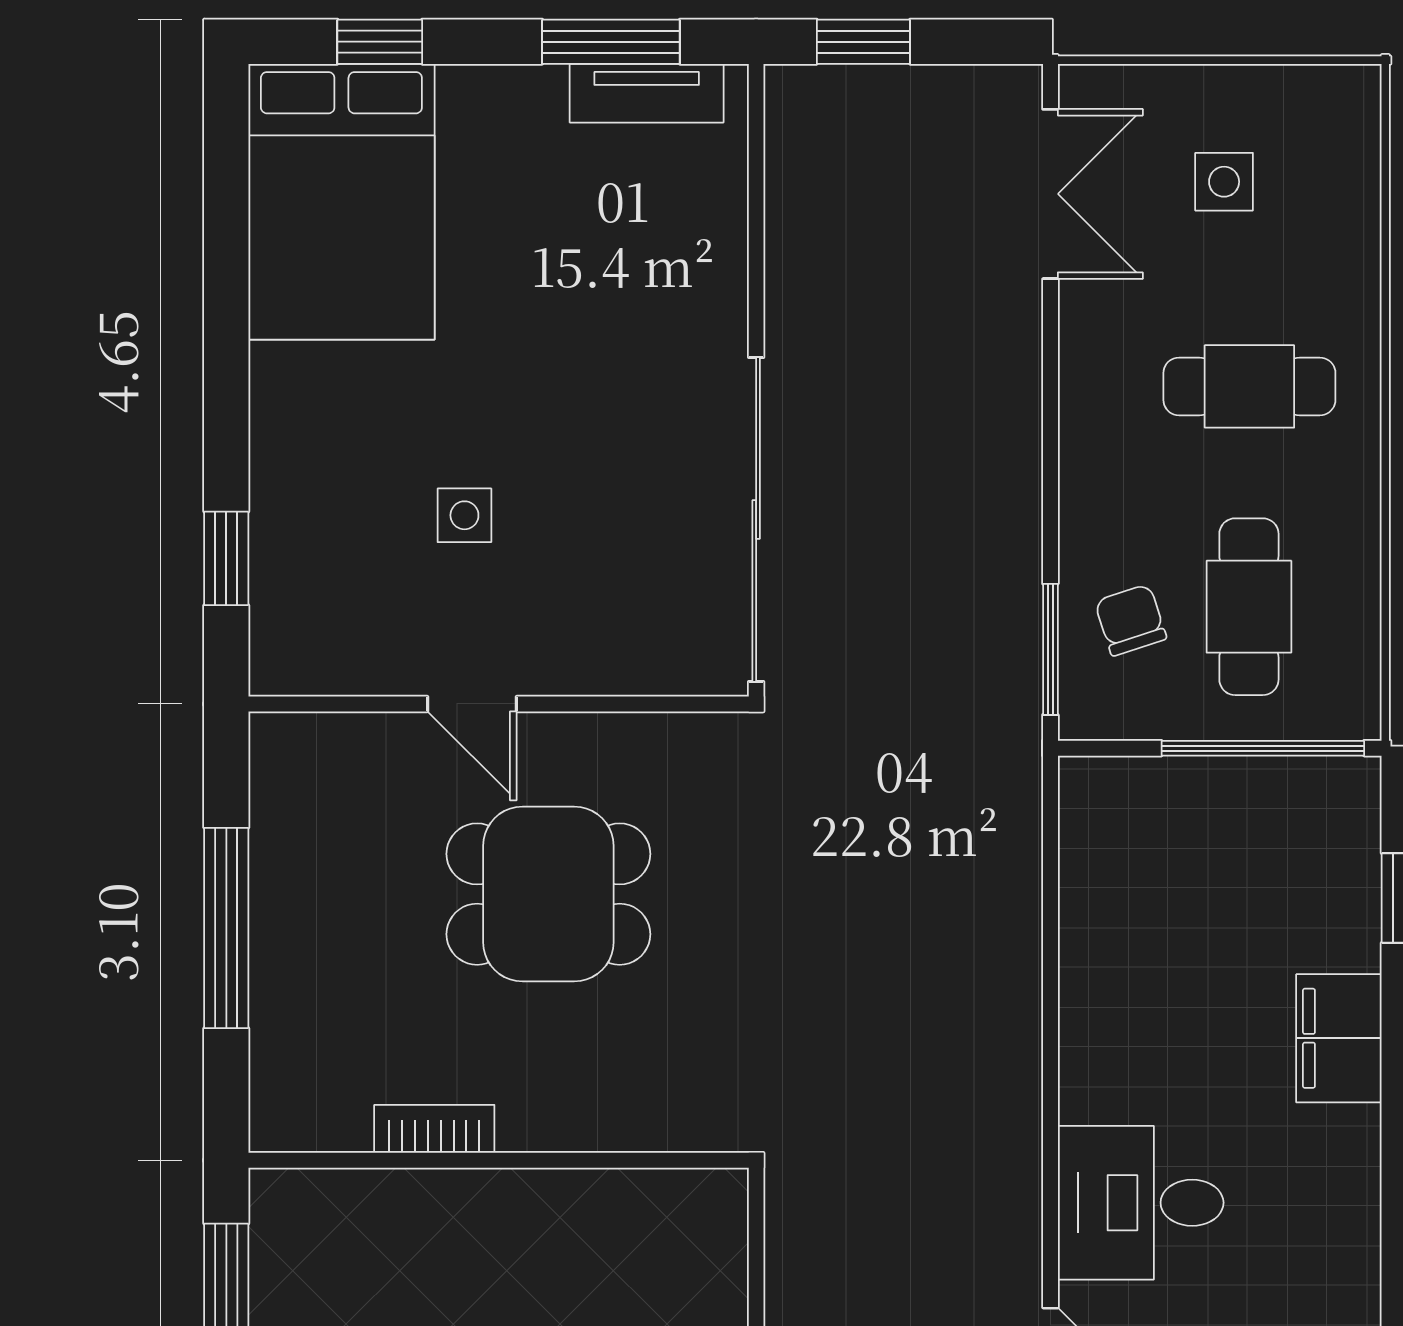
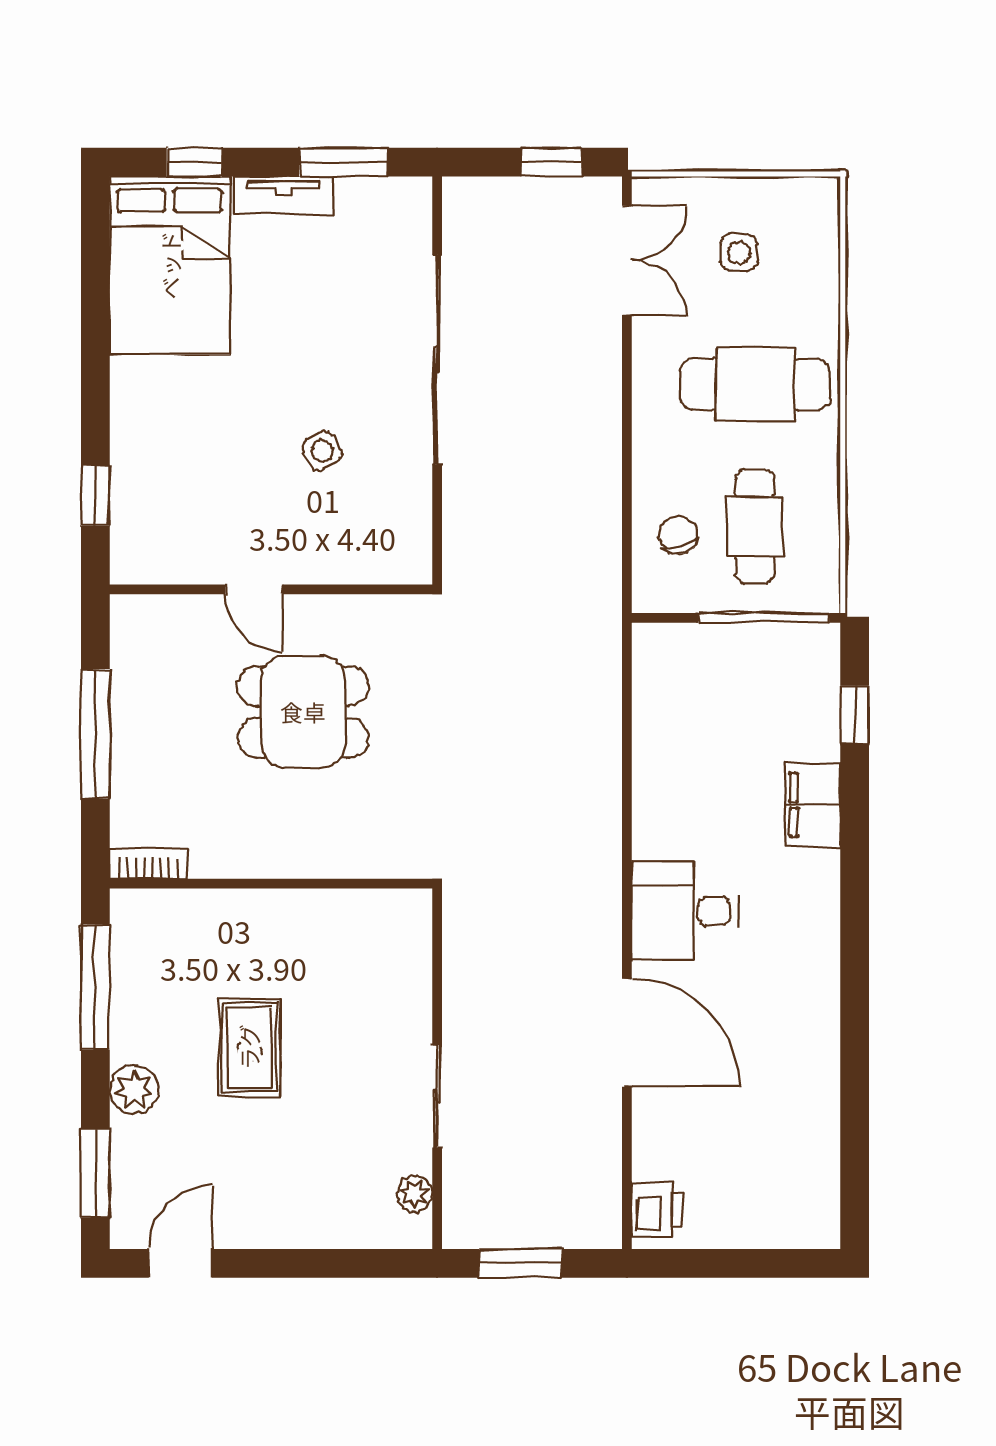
window: (863, 42) -> (552, 162), moved
tv unit: (647, 93) -> (283, 195), moved
cafe table: (1249, 386) -> (755, 385), width x1.37, depth x1.35
side table: (464, 515) -> (322, 451), moved, turned -30
sliding door: (756, 519) -> (437, 360), moved
window: (1050, 649) -> (627, 554), removed
bookcase: (434, 1129) -> (148, 863), moved

